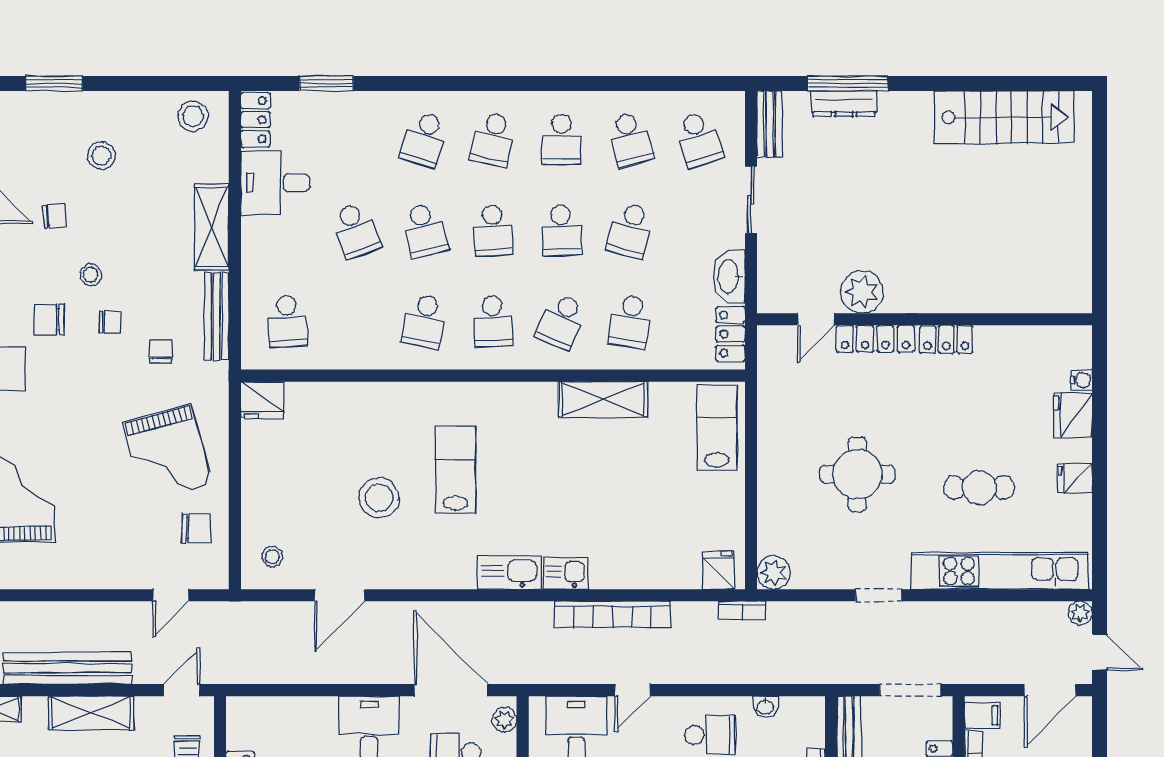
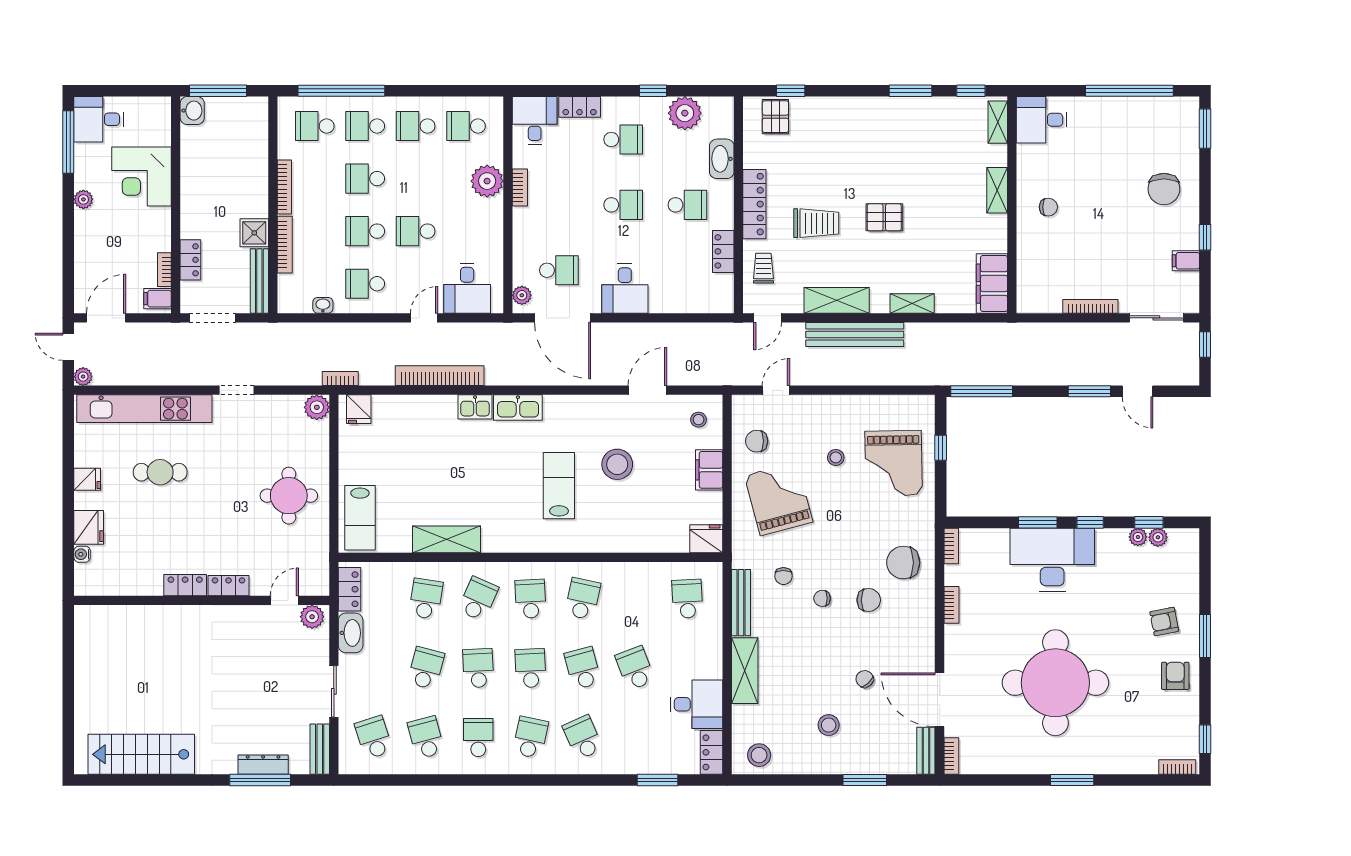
school desk: (424, 139) -> (583, 737), turned -42
chair: (54, 216) -> (865, 679), turned 54
stool: (91, 275) -> (836, 457), moved
plant: (862, 292) -> (312, 617), moved, width x0.73, depth x0.73
locker: (875, 339) -> (229, 586), width x0.66
lab bench: (456, 470) -> (559, 486), turned 180
round table: (857, 474) -> (289, 496), moved
filing cabinet: (258, 491) -> (709, 470), added

